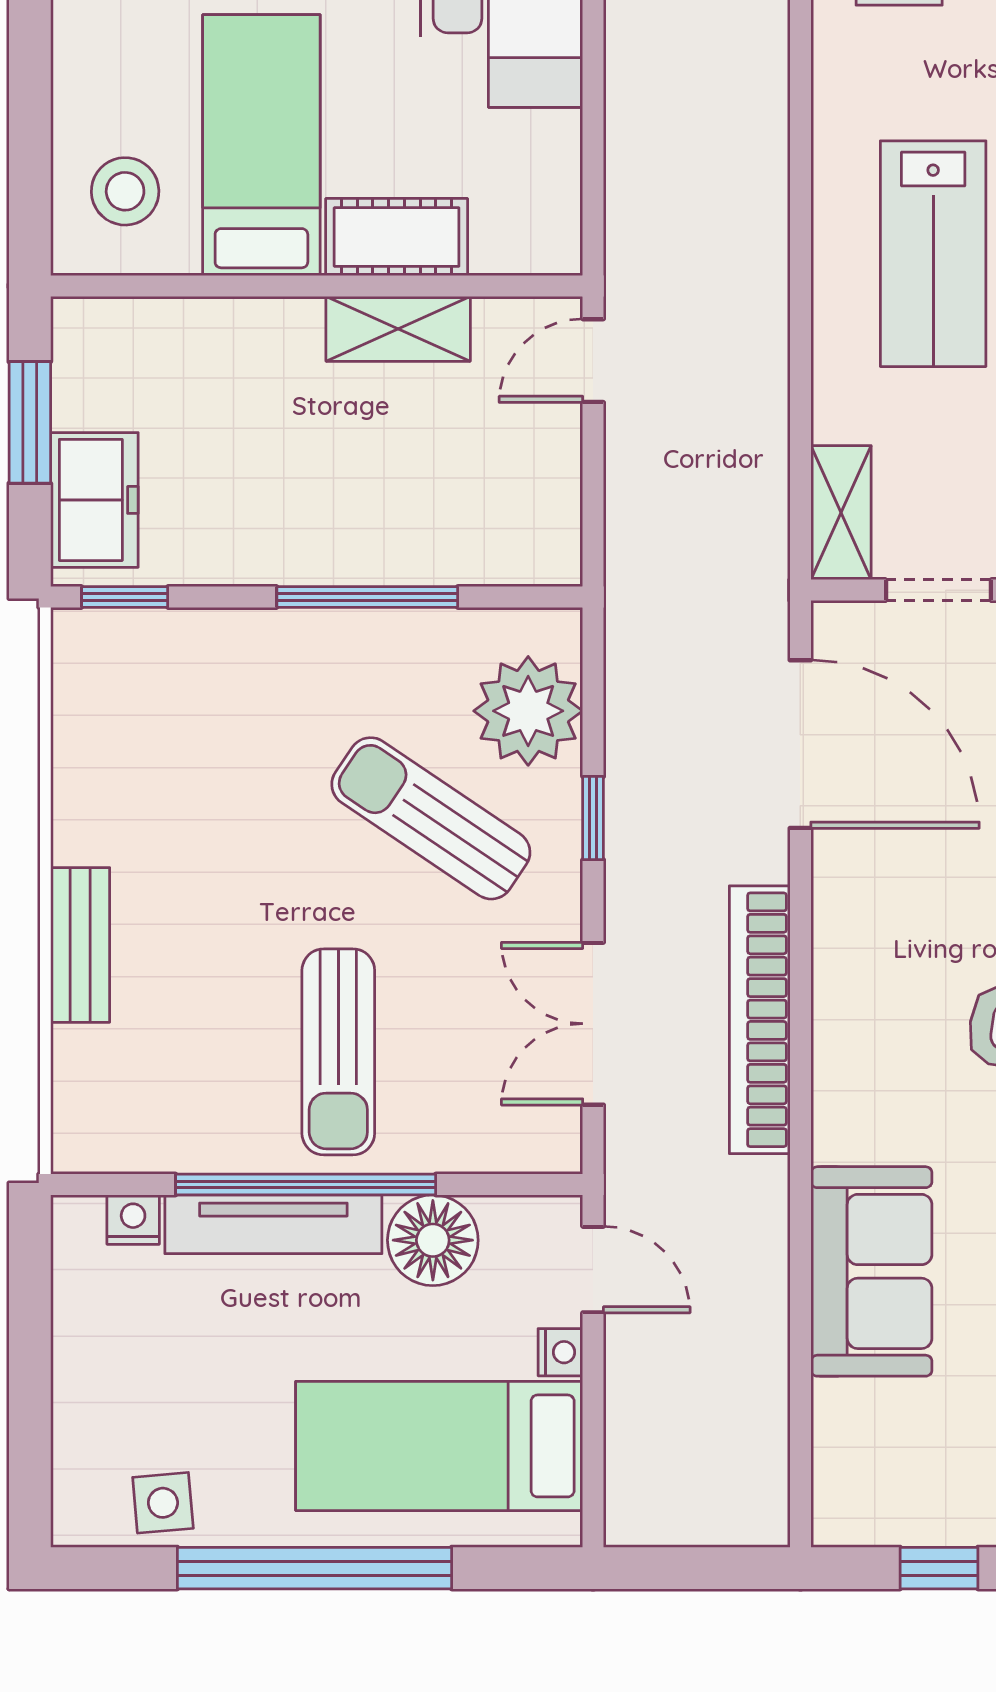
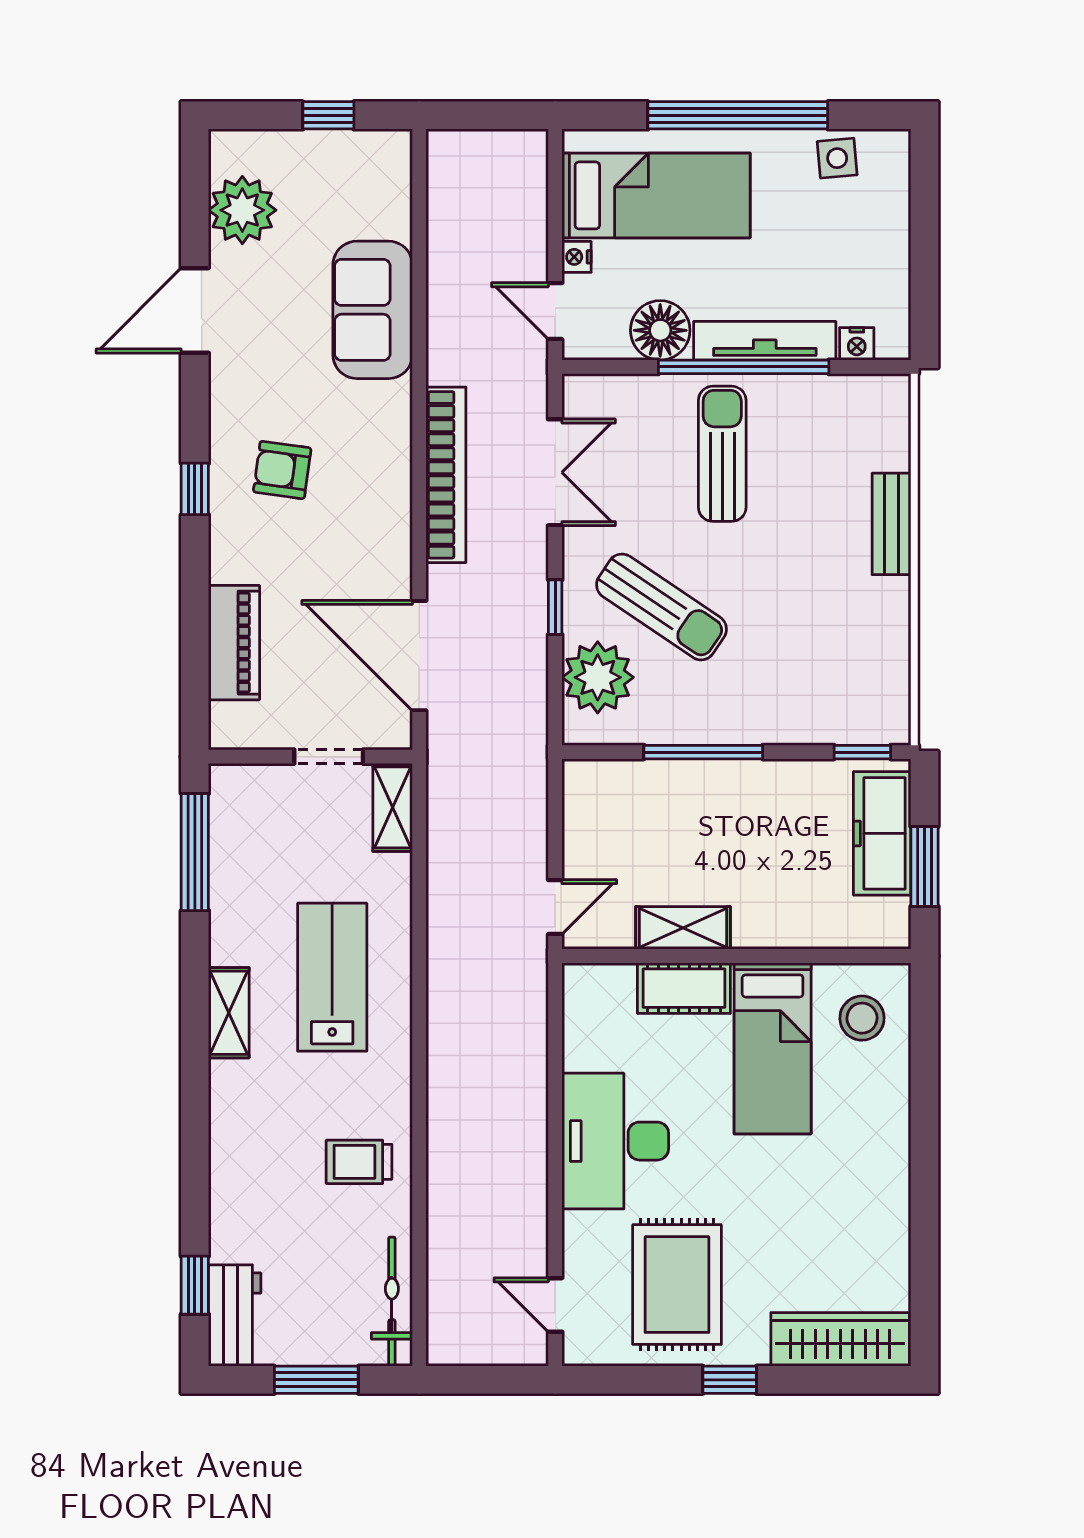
freezer: (94, 500) -> (882, 833), width x1.40

